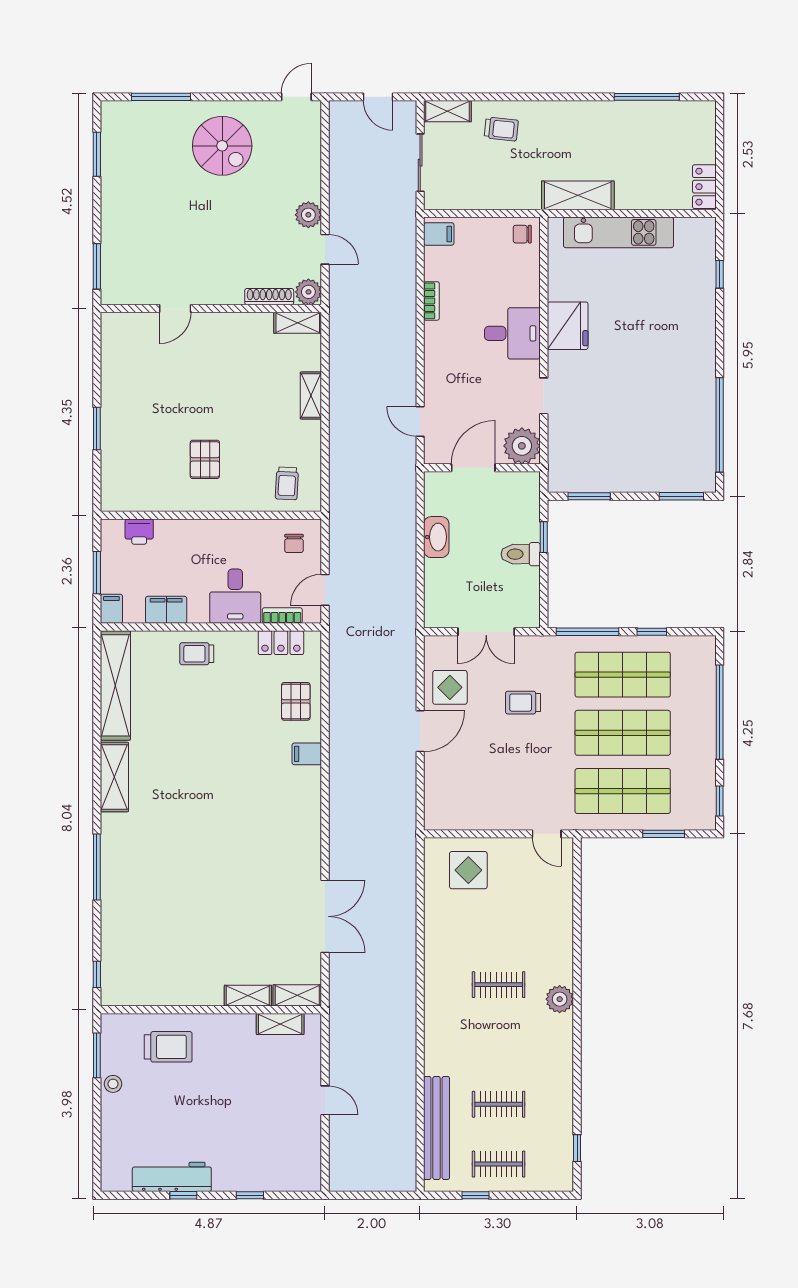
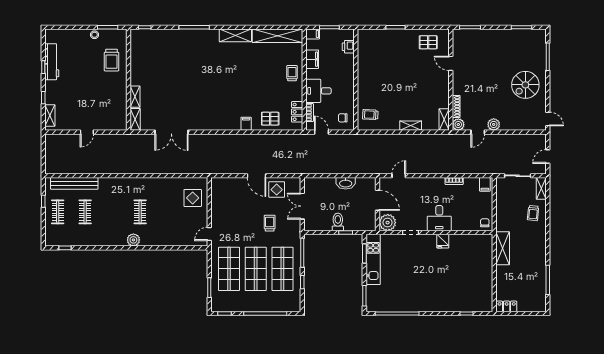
kitchen unit: (619, 232) -> (373, 259), moved, turned 180
fridge: (568, 326) -> (443, 241), width x0.53, depth x0.75
pallet: (205, 459) -> (428, 42), moved
shelving: (280, 1024) -> (50, 115), moved

